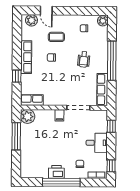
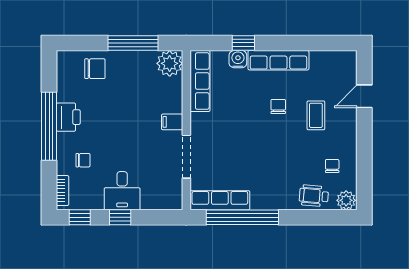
plant: (31, 20) -> (346, 69), removed
wheelchair: (84, 59) -> (314, 196), moved
window: (112, 61) -> (242, 217), moved
water cooler: (26, 79) -> (238, 59), added
row of seats: (32, 100) -> (200, 81), width x1.48
window: (111, 126) -> (120, 217), moved
chair: (30, 157) -> (95, 69), added

